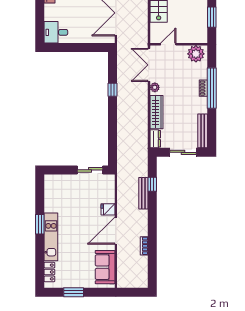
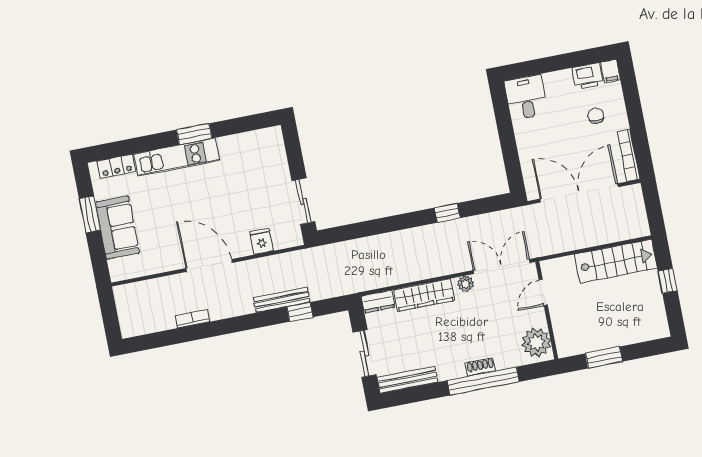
door: (168, 44) -> (543, 292), swing flipped
fridge: (108, 209) -> (262, 241), moved
sofa: (105, 267) -> (117, 228), moved, turned 90

